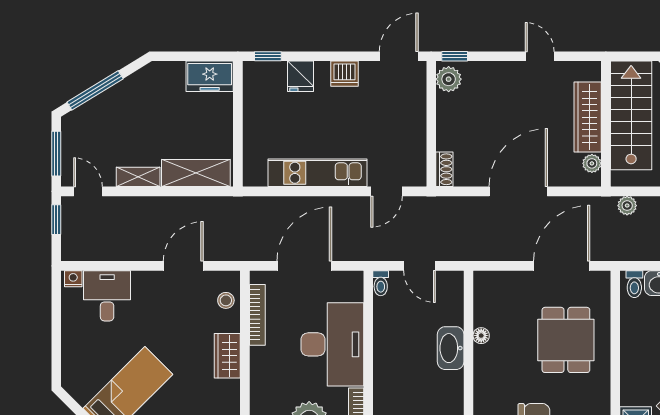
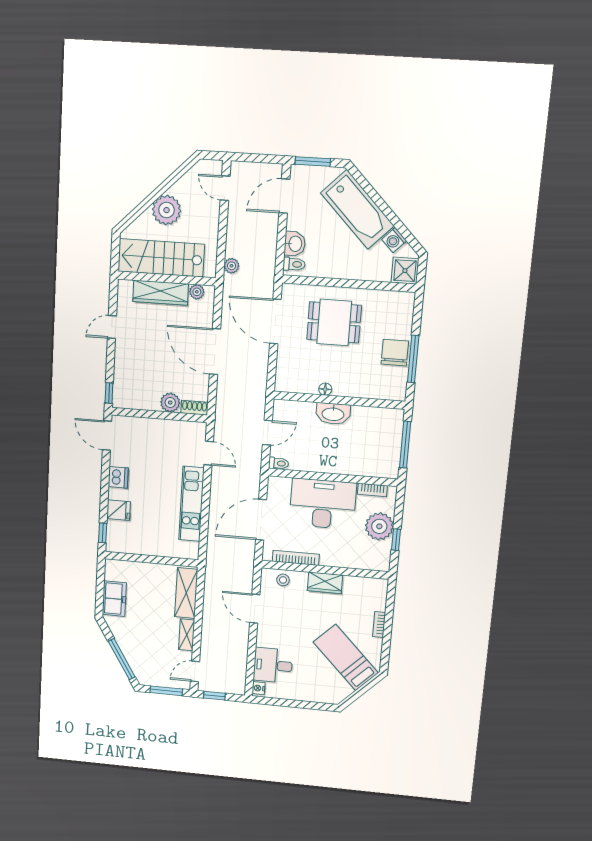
freezer: (210, 76) -> (114, 599), moved
plant: (449, 79) -> (170, 403), moved
door: (304, 266) -> (261, 520), hinge flipped

